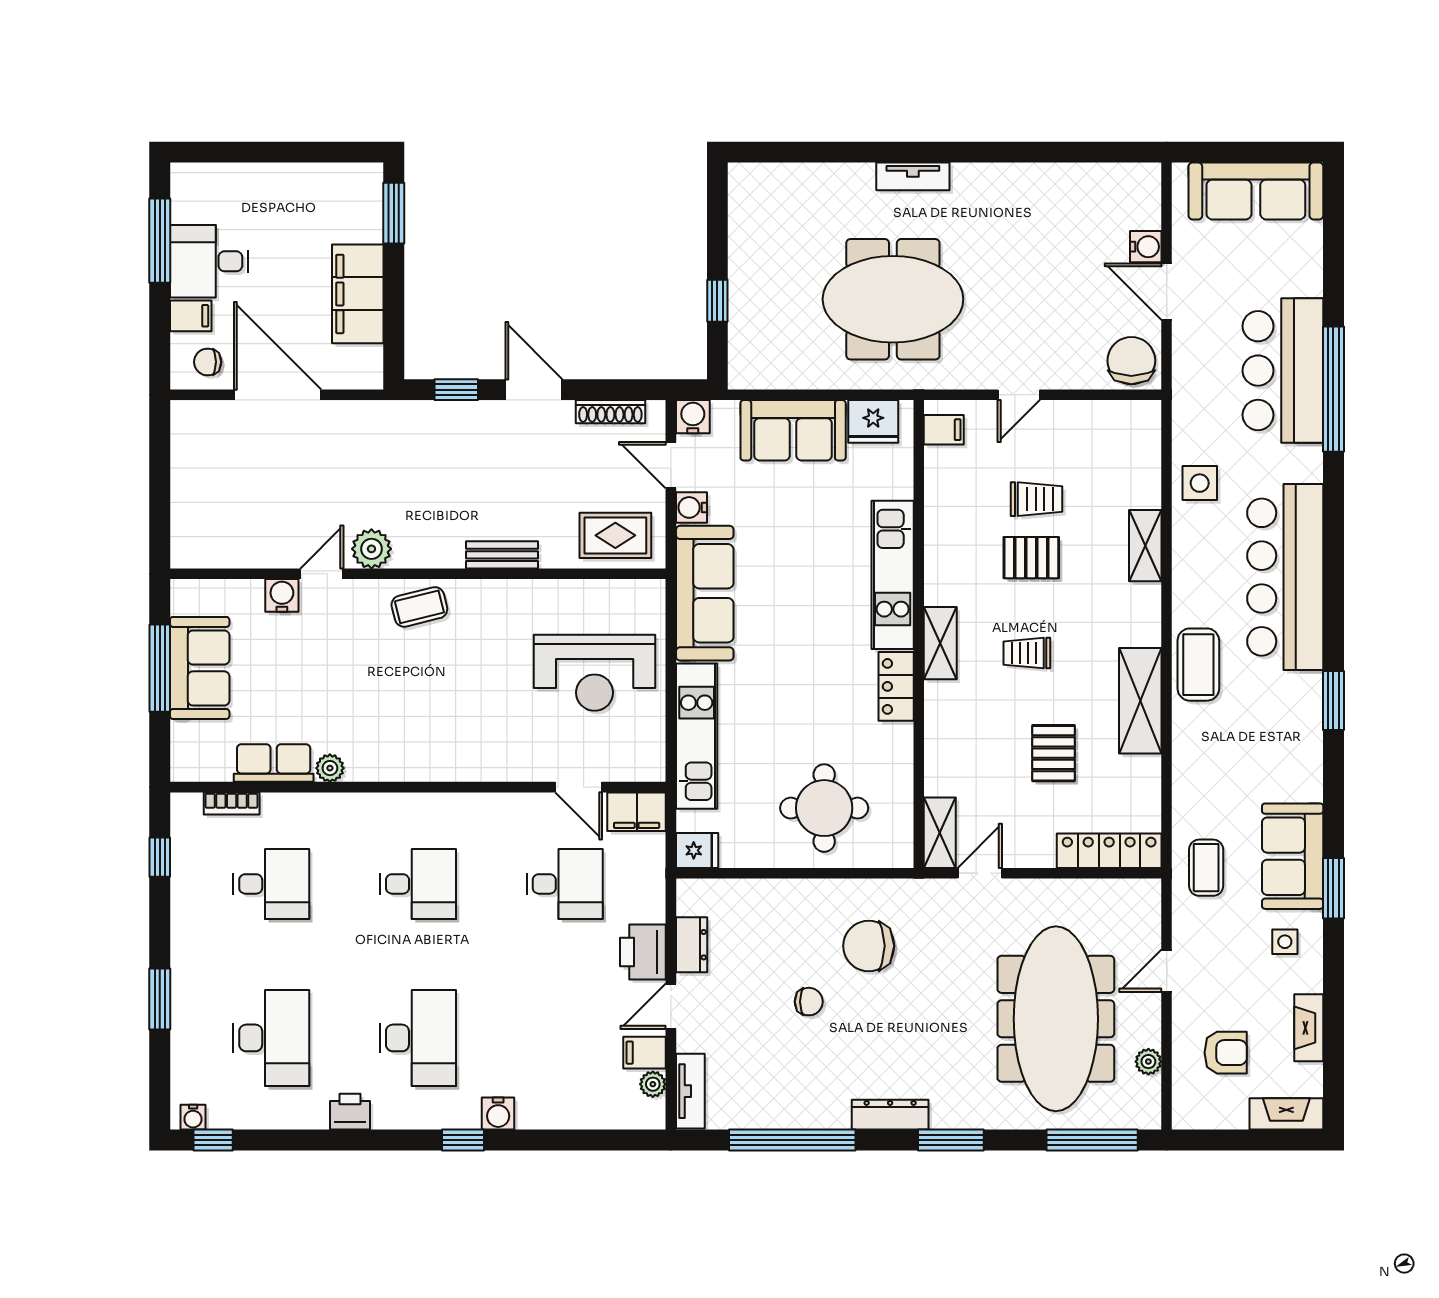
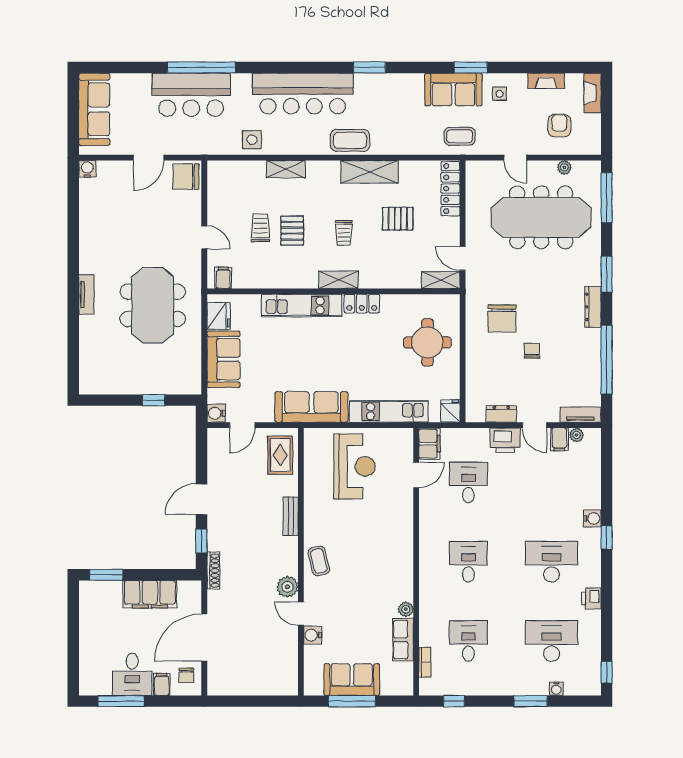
water cooler: (1146, 247) -> (87, 169), moved
shoe rack: (610, 412) -> (213, 571), moved
water cooler: (691, 507) -> (265, 414), removed
water cooler: (193, 1117) -> (556, 689), moved, turned 90

